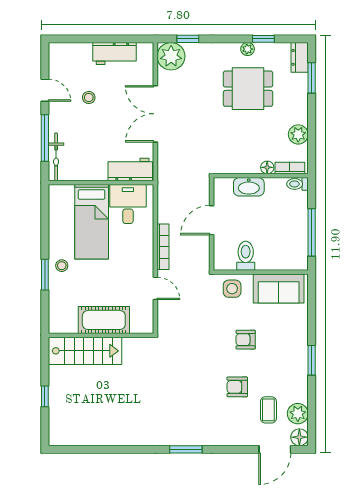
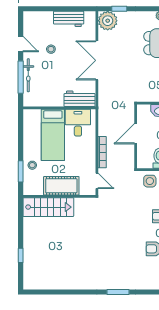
bicycle: (56, 157) -> (28, 75), moved
cot: (104, 320) -> (61, 186), moved
wall: (101, 335) -> (59, 196), moved
stairs: (85, 351) -> (48, 207), moved

